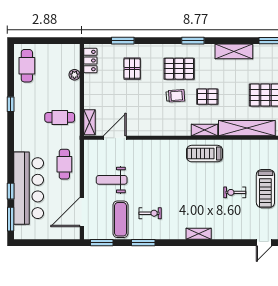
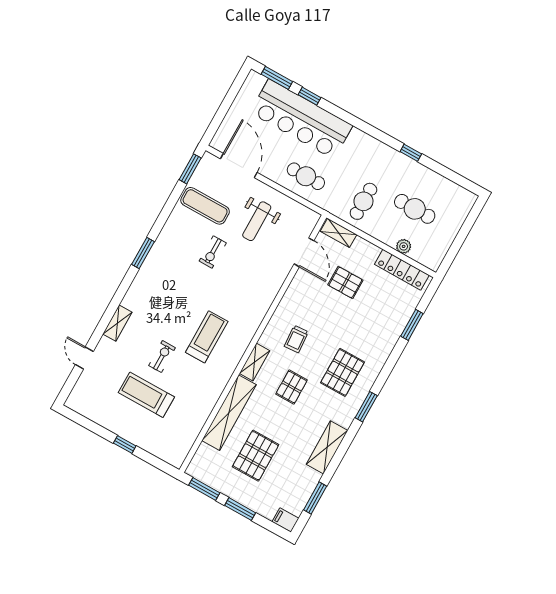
locker: (90, 61) -> (402, 270), width x1.53
cafe table: (27, 66) -> (415, 209), moved
pallet: (132, 69) -> (345, 282), moved
trolley: (175, 96) -> (296, 339), moved
treadmill: (205, 154) -> (207, 337), moved
weight bench: (112, 180) -> (257, 221), turned 180
exercise bike: (150, 213) -> (213, 252), moved
shelving: (199, 234) -> (117, 323), moved
window: (143, 243) -> (143, 253), moved

